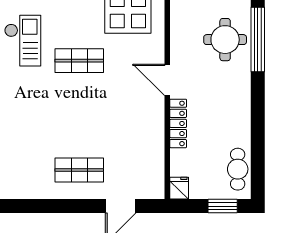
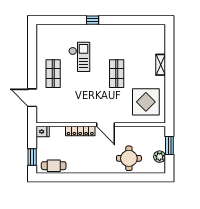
window: (258, 40) -> (129, 177), removed
checkout: (23, 41) -> (79, 57), moved, turned -90
door: (167, 80) -> (106, 125), swing flipped

